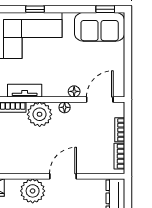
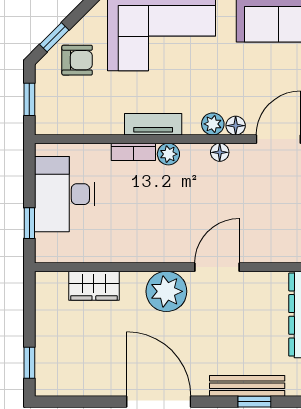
plant: (60, 90) -> (213, 124), added
plant: (40, 114) -> (168, 154), width x0.53, depth x0.53

